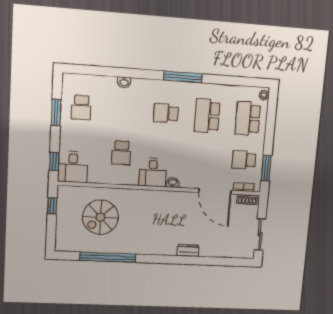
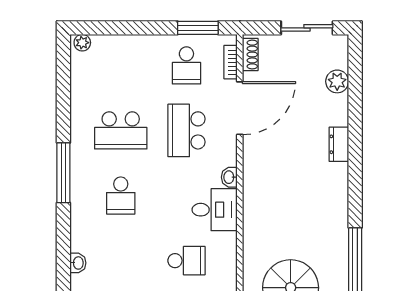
school desk: (248, 119) -> (186, 130), moved, turned 90
plant: (226, 251) -> (337, 81), added

